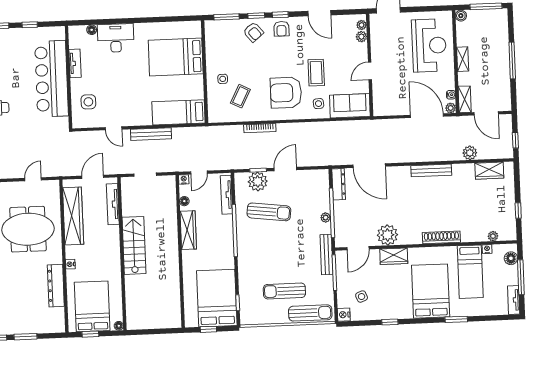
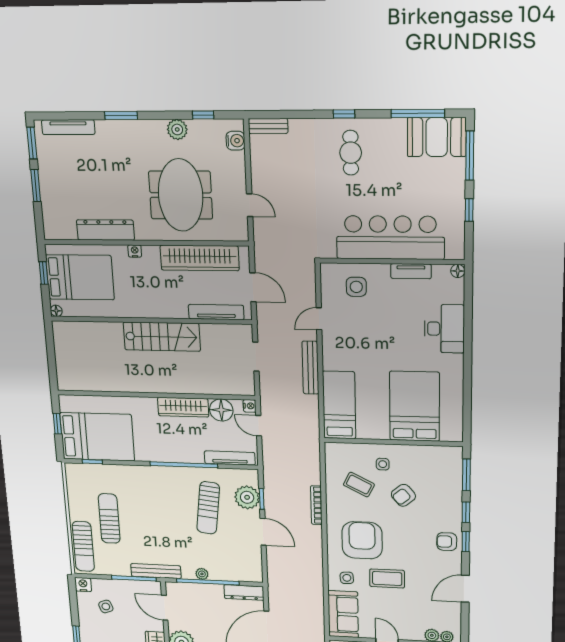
floor lamp: (92, 30) -> (458, 271), moved
armchair: (253, 32) -> (403, 495), moved
floor lamp: (184, 201) -> (221, 410), width x1.89, depth x1.89

